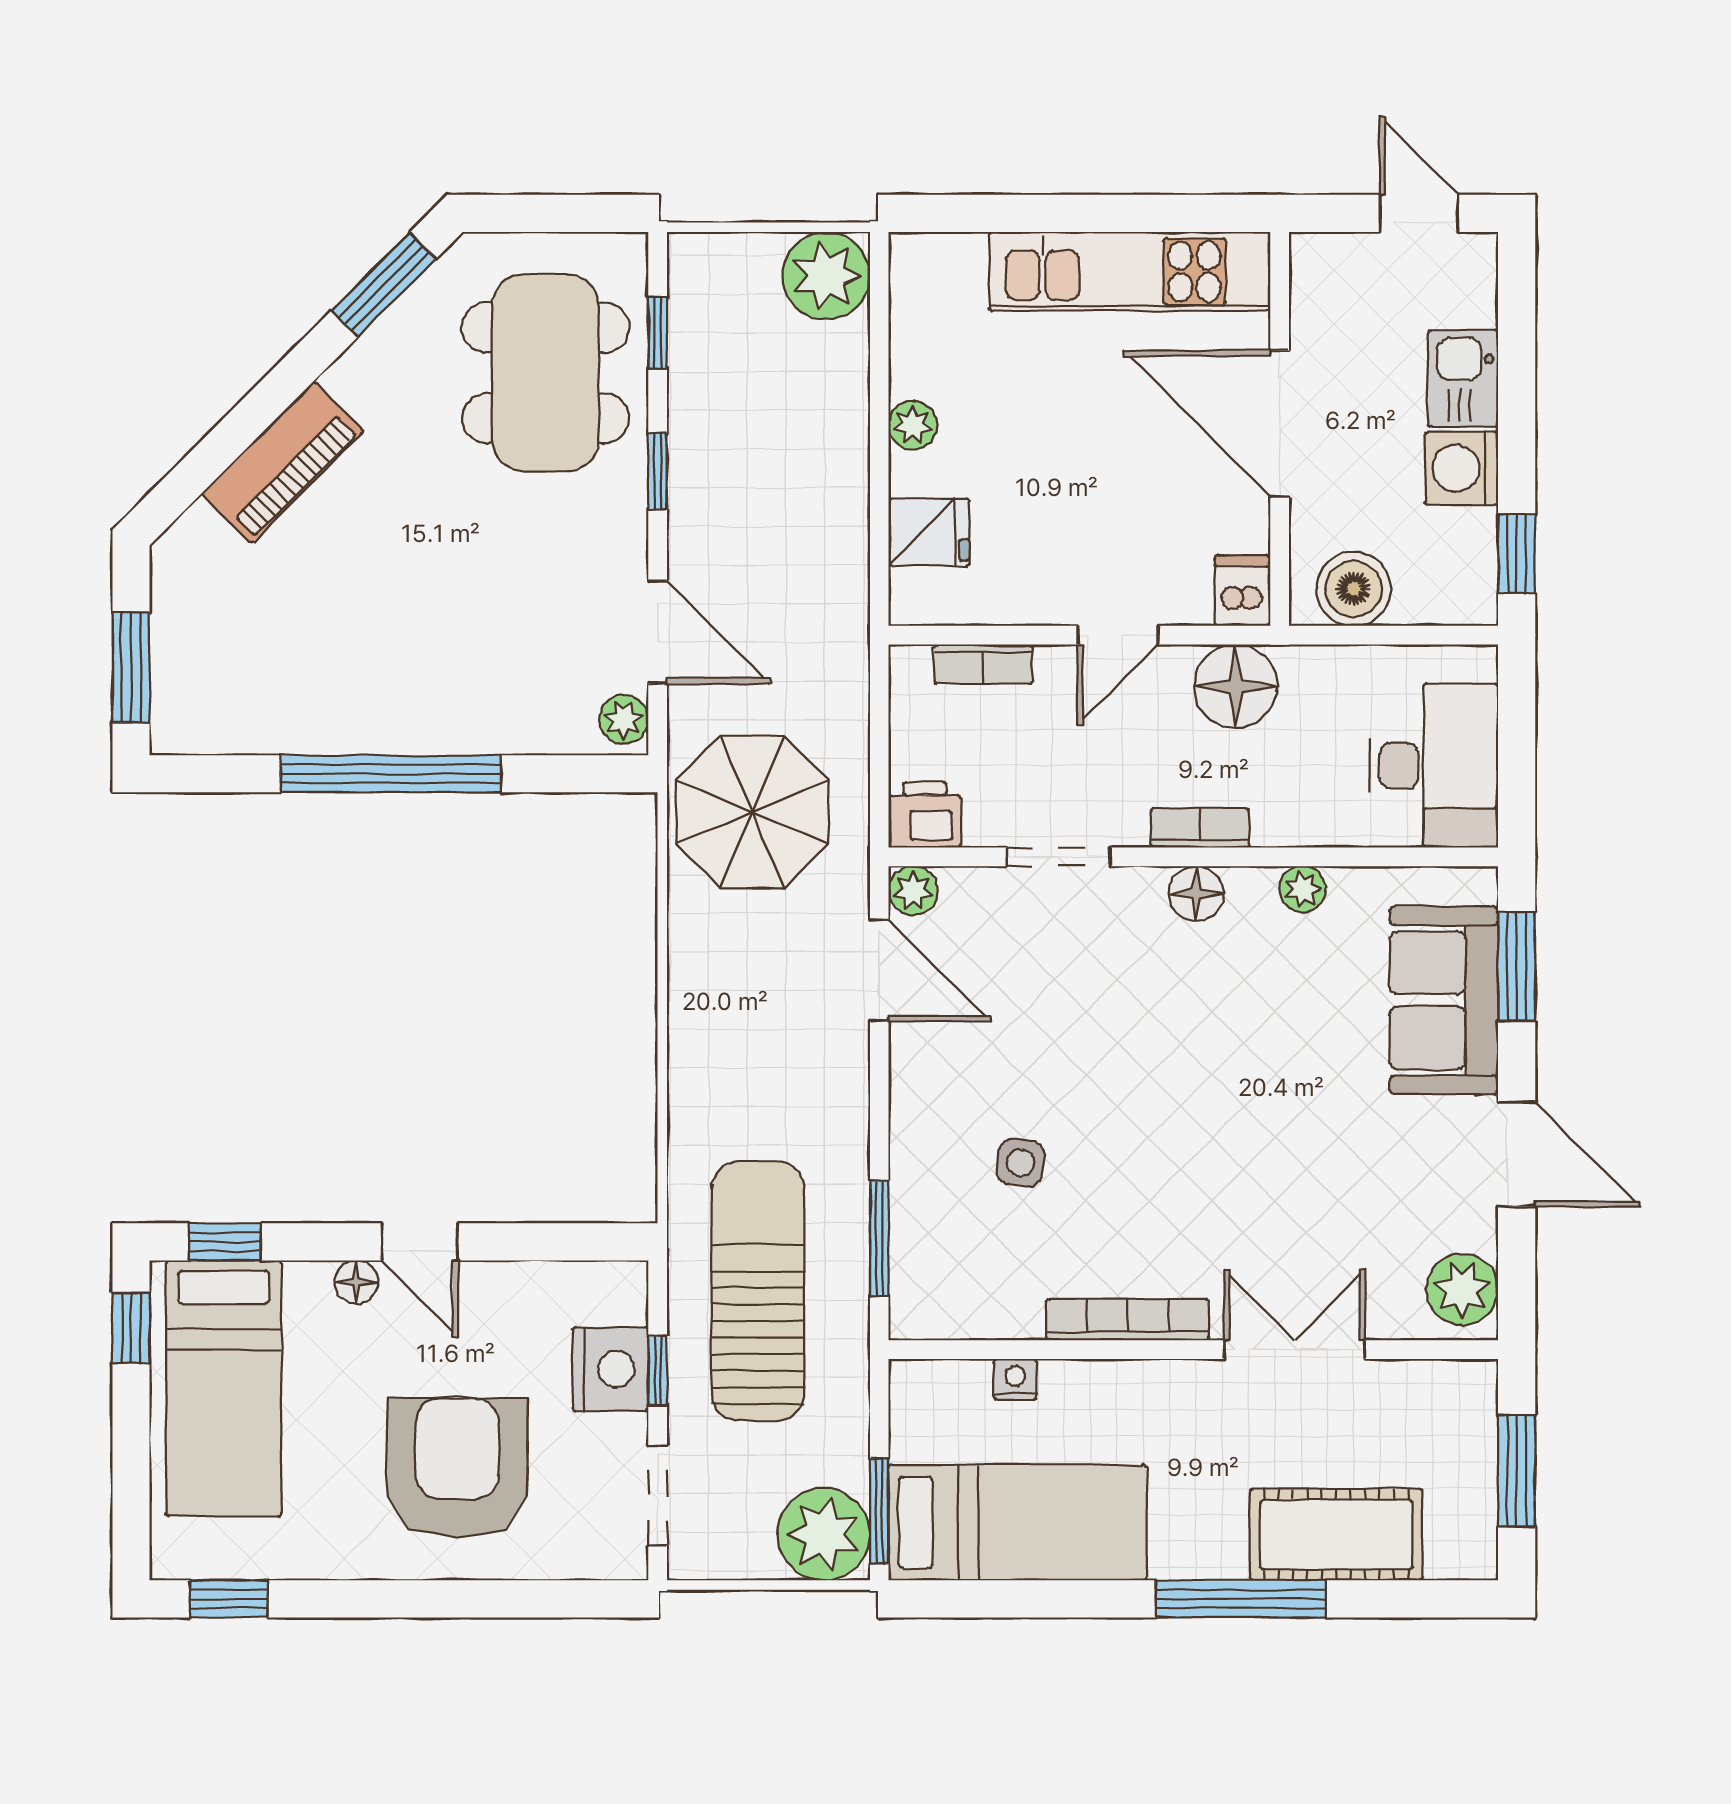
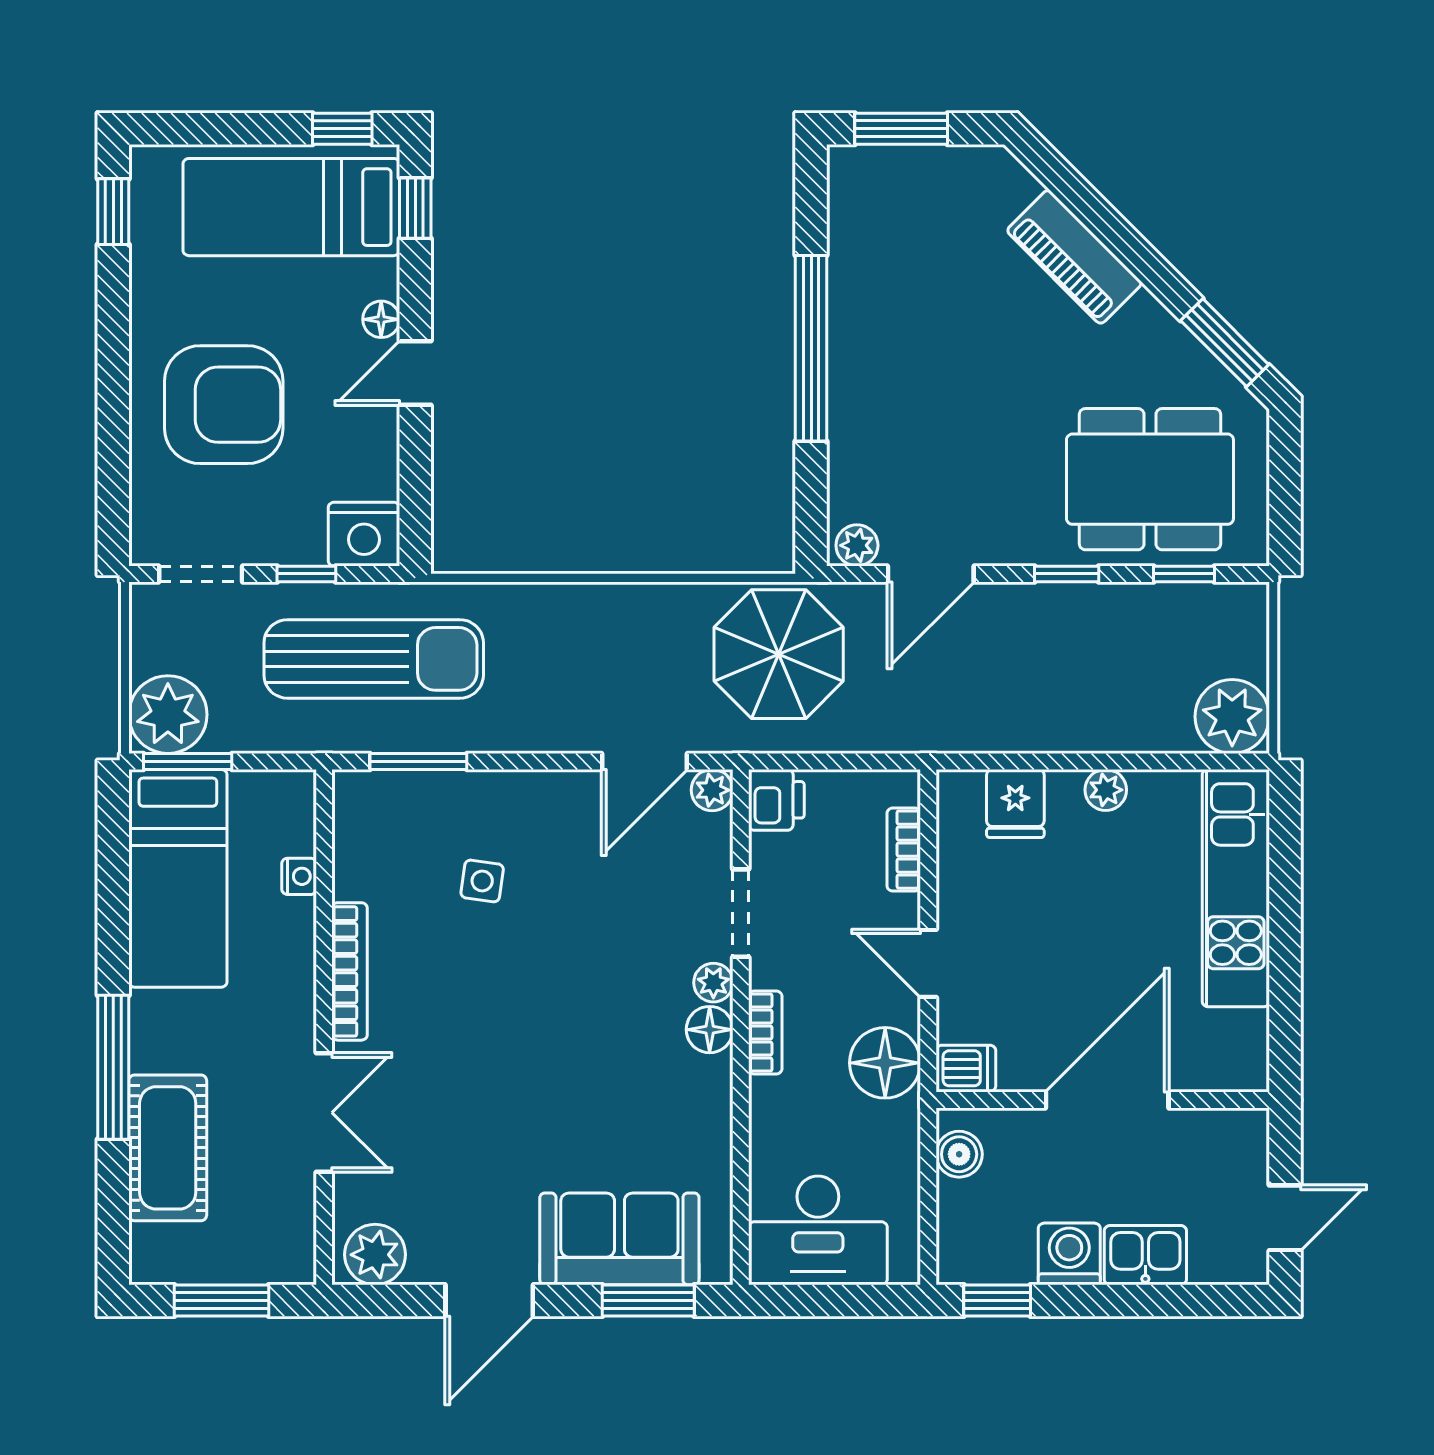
kitchen unit: (1130, 271) -> (1236, 888), moved
boiler: (1354, 589) -> (959, 1154), width x0.73, depth x0.73
plant: (1303, 889) -> (713, 983), moved
nightstand: (610, 1369) -> (364, 534), moved

